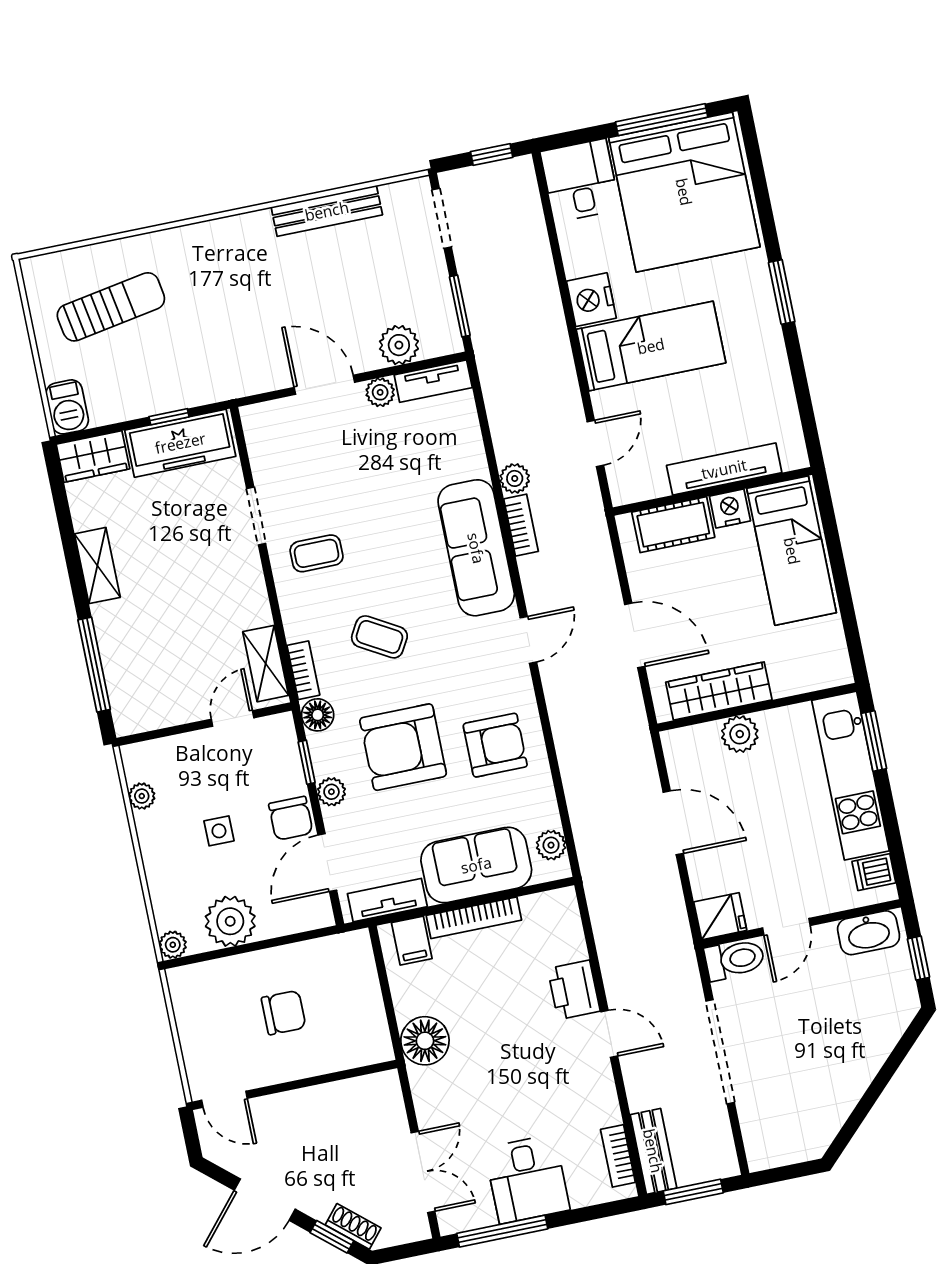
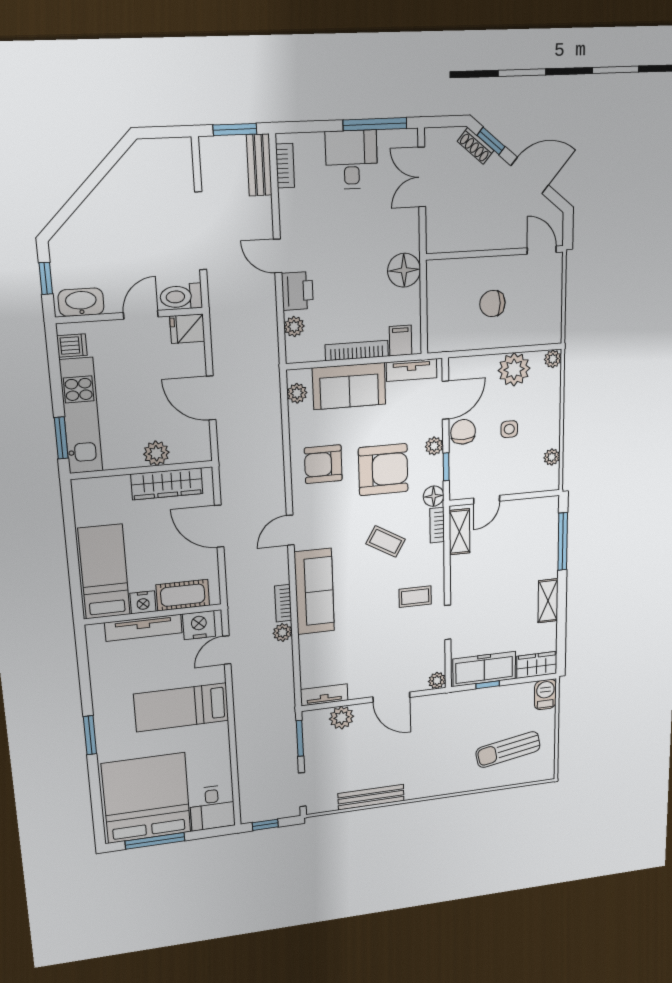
nightstand: (591, 300) -> (199, 625), moved, turned -90
plant: (380, 392) -> (437, 681), moved
plant: (570, 940) -> (294, 327), added

